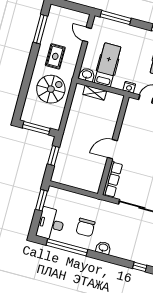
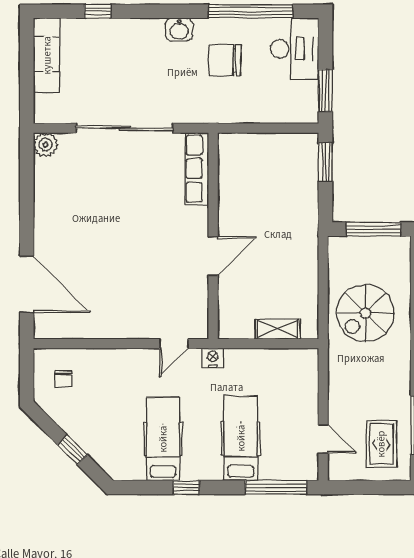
rug: (55, 56) -> (381, 444), moved
hospital bed: (108, 65) -> (241, 438), moved, turned 180
washbasin: (87, 75) -> (302, 360), removed
door: (112, 149) -> (213, 256), moved
window: (53, 156) -> (325, 162), moved
chair: (85, 227) -> (225, 60), turned -90

